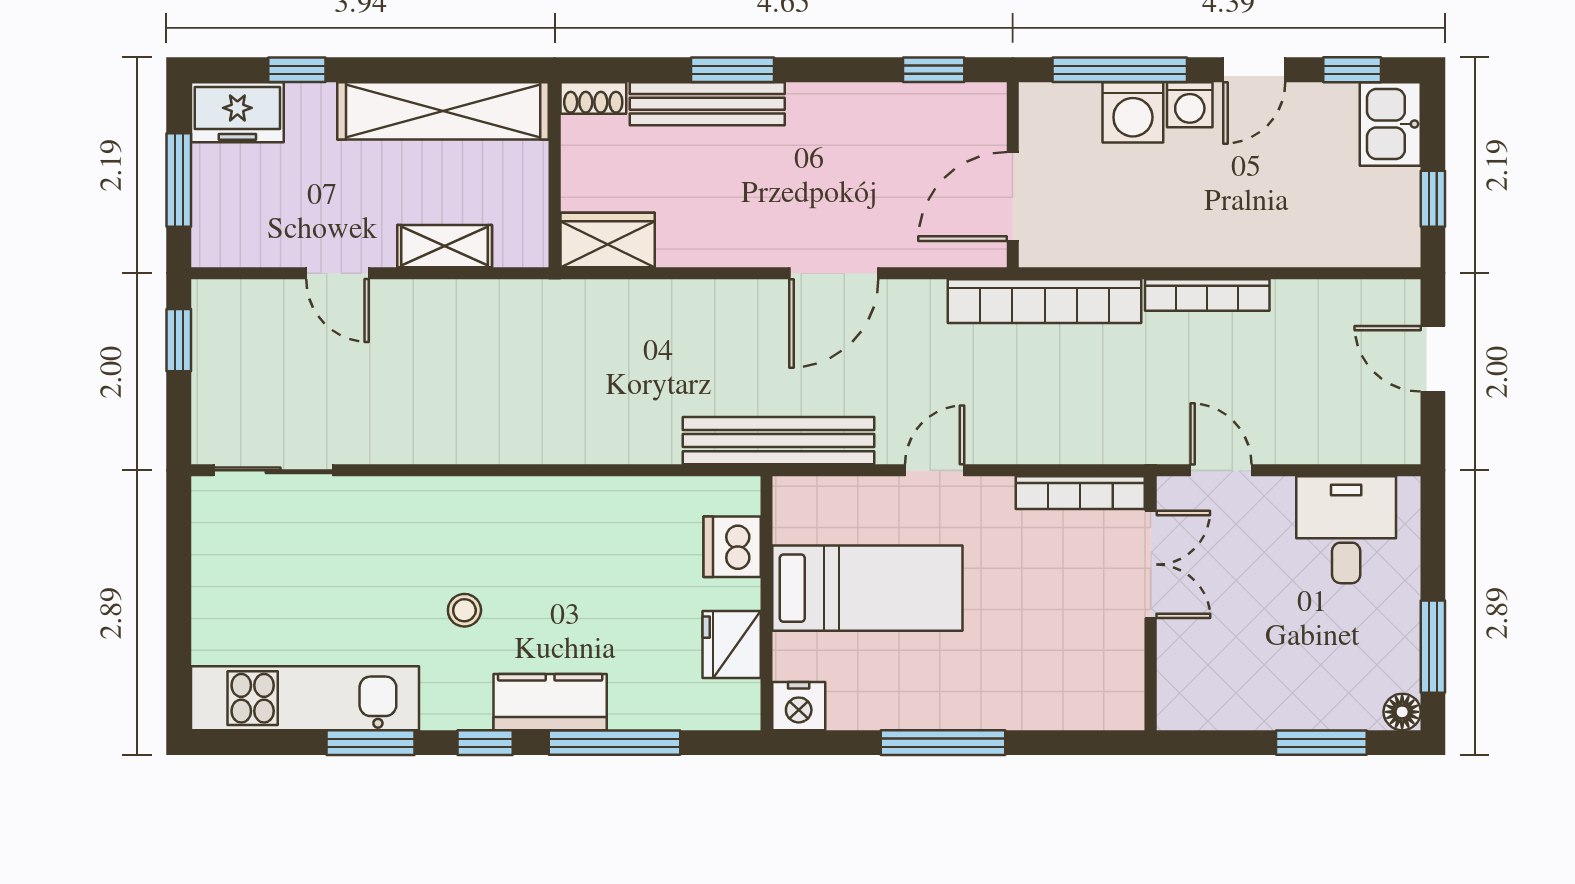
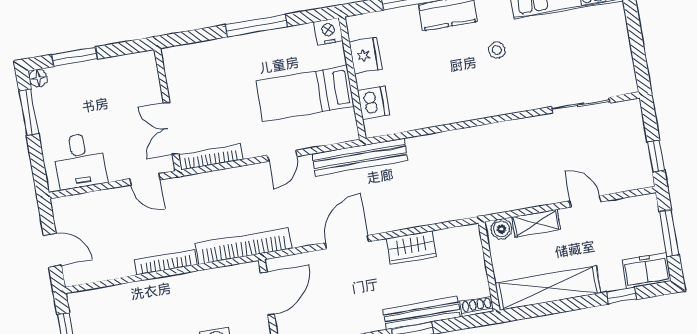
wardrobe: (608, 240) -> (411, 248), moved
boiler: (517, 246) -> (501, 229), added
sliding door: (273, 470) -> (581, 105), moved

